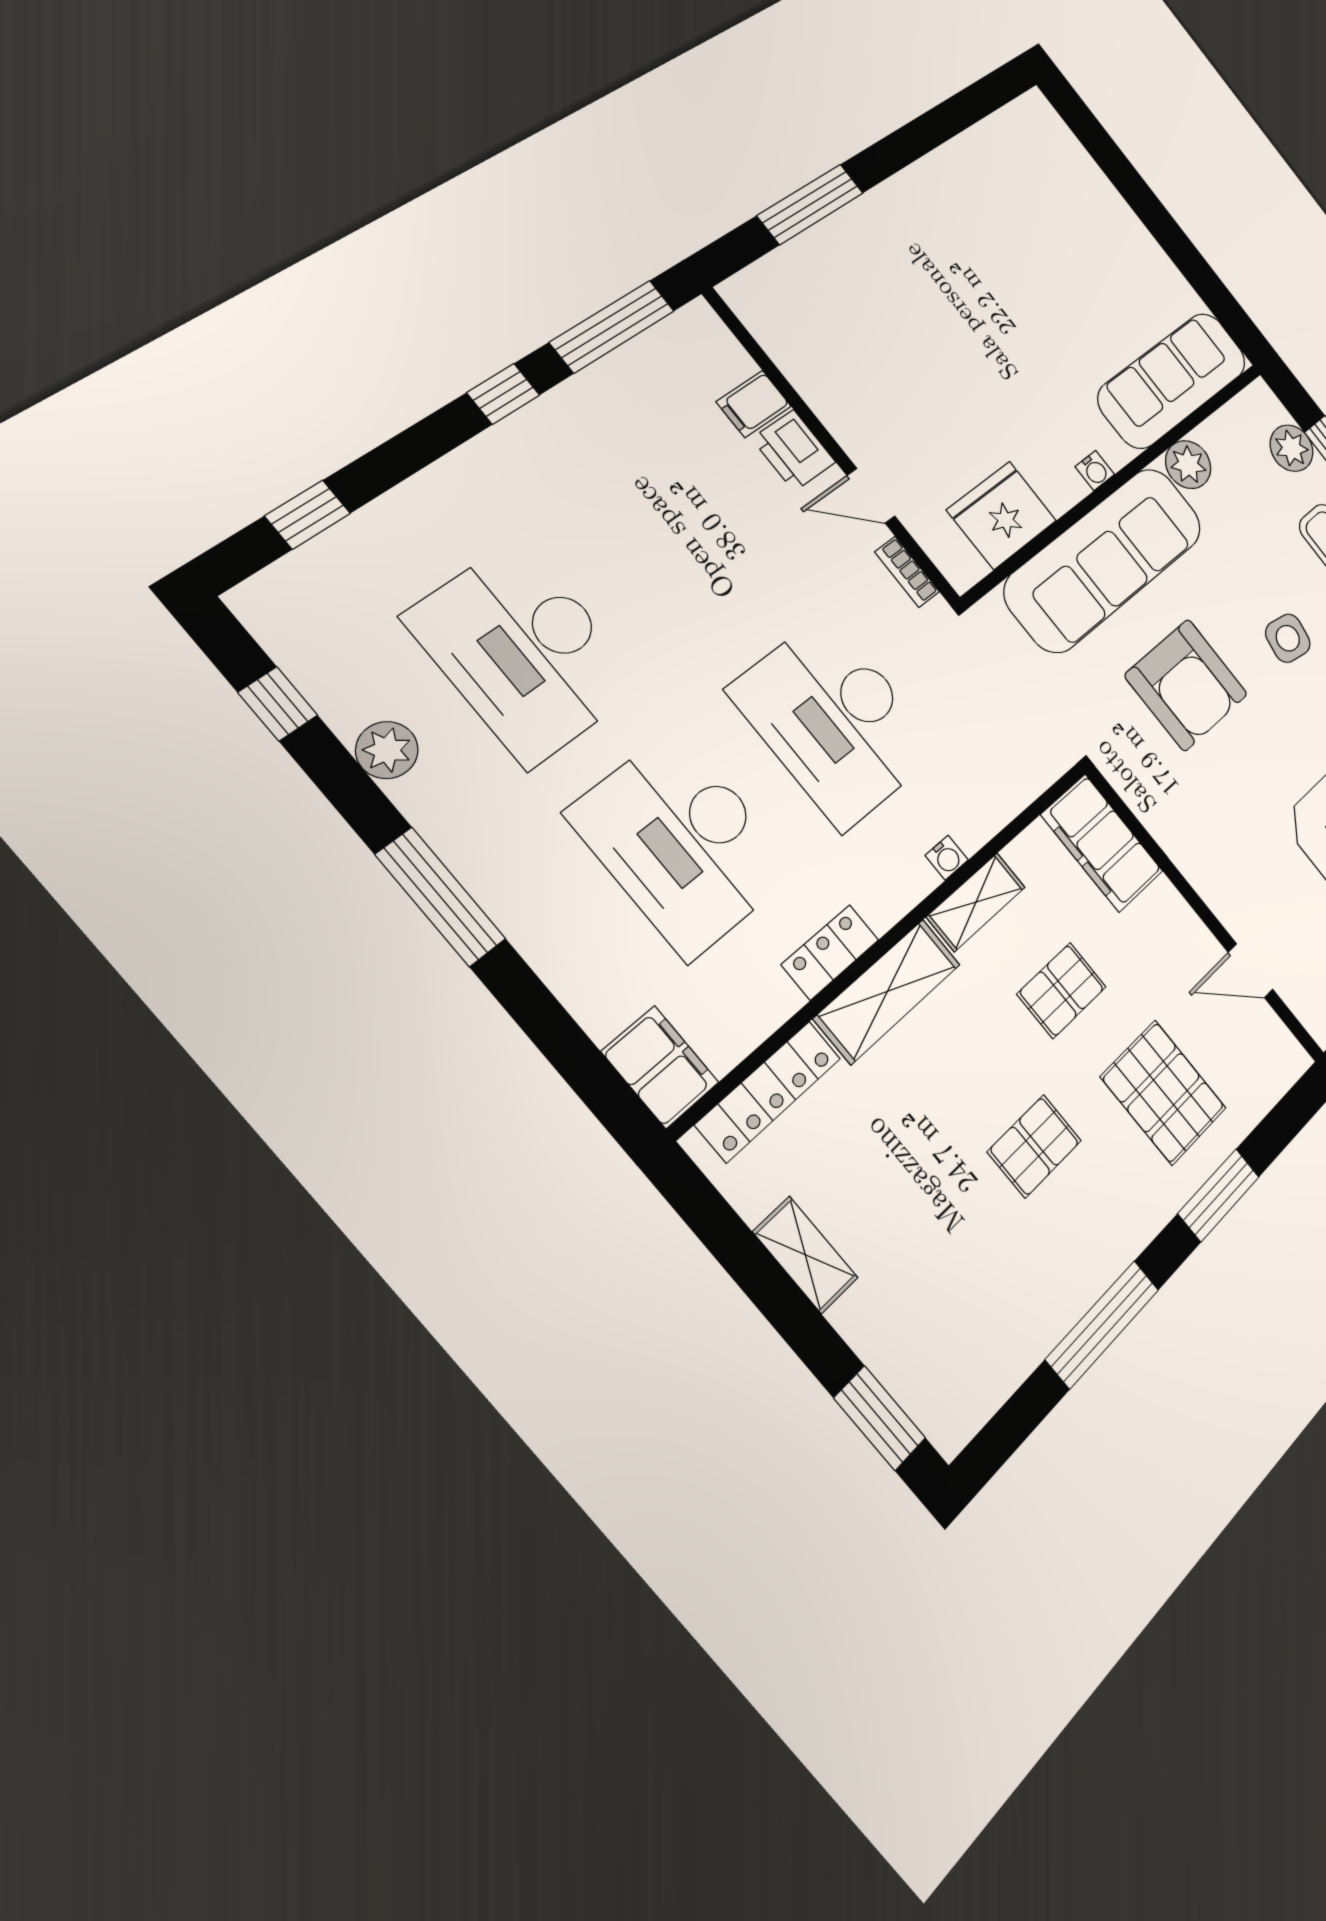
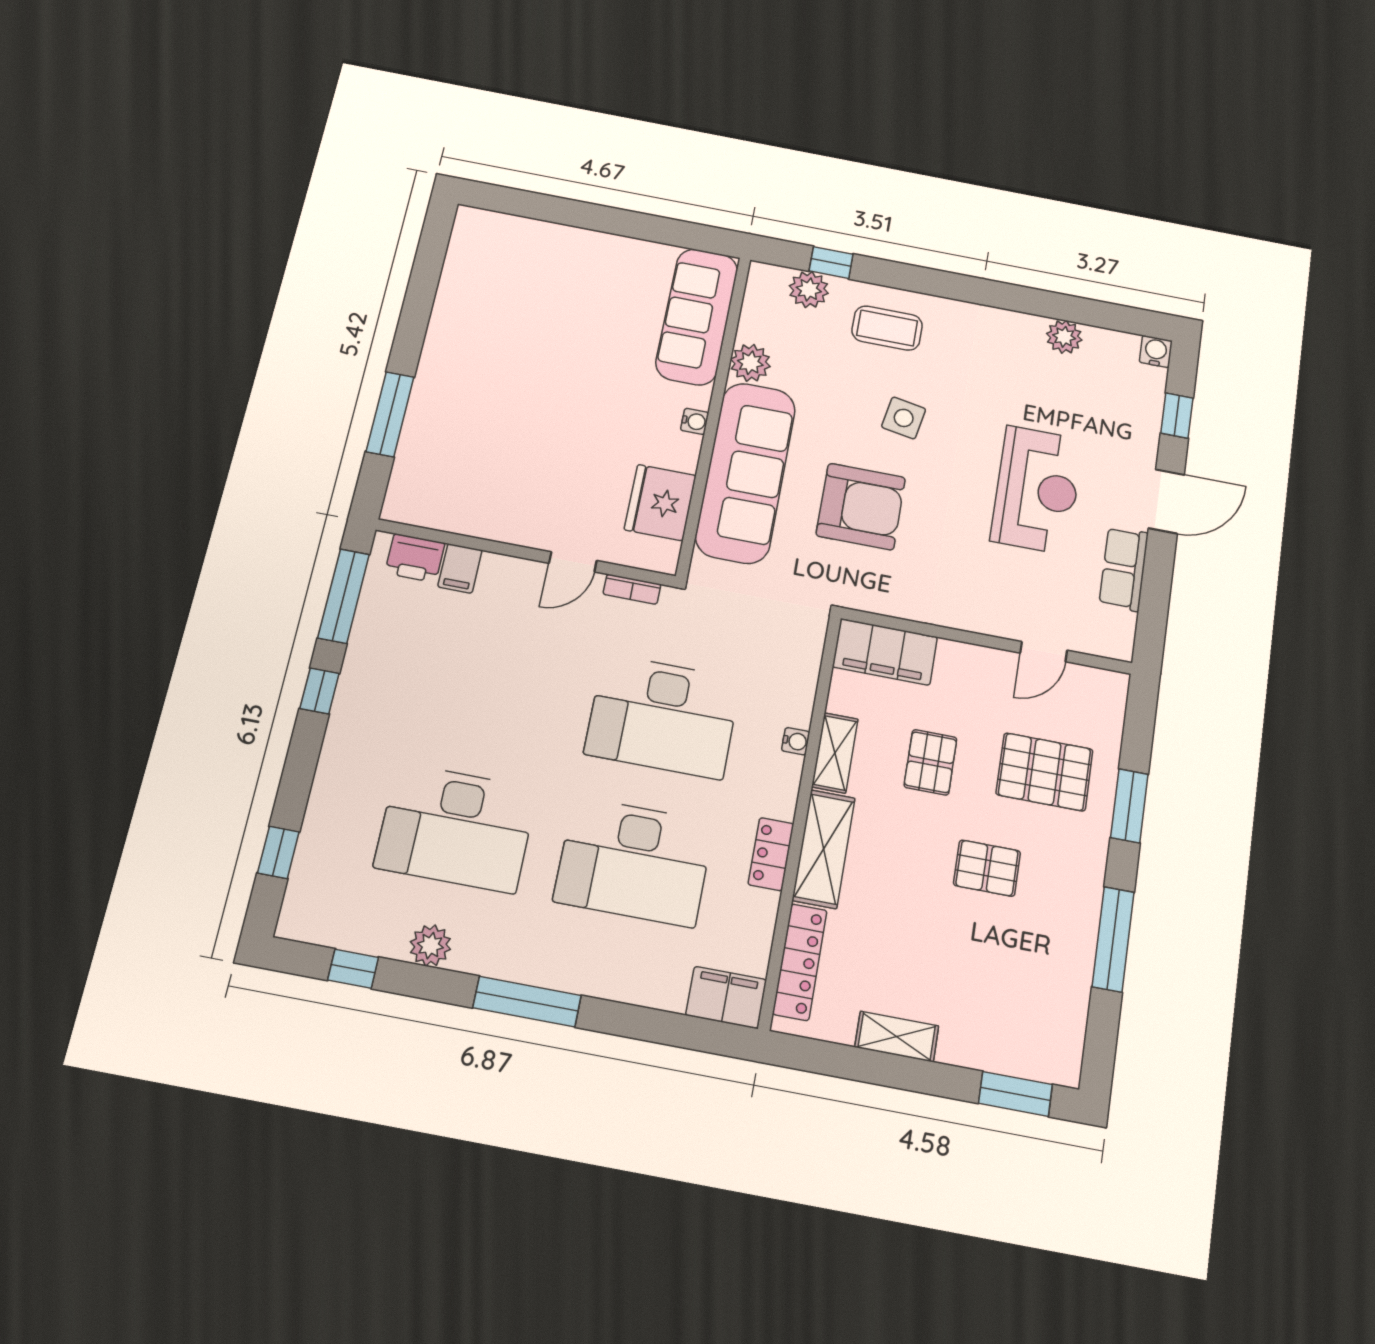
printer: (794, 450) -> (415, 558), moved
pallet: (1035, 1146) -> (987, 868), turned 90

